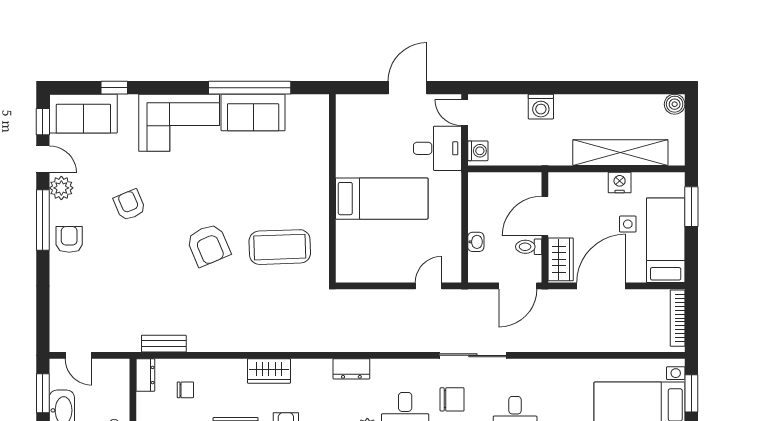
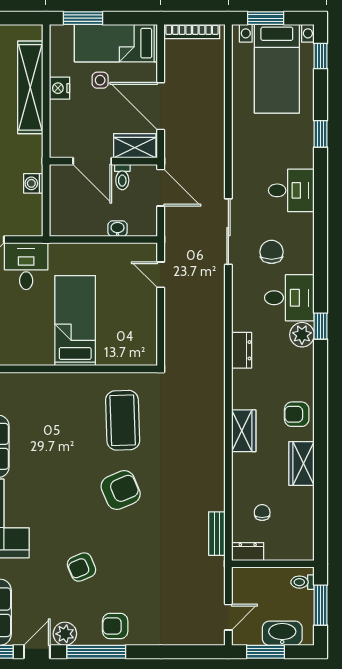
washing machine: (478, 151) -> (33, 183), moved, turned -90

